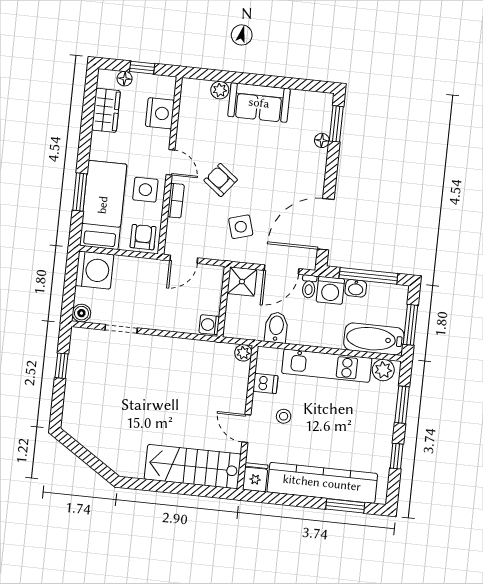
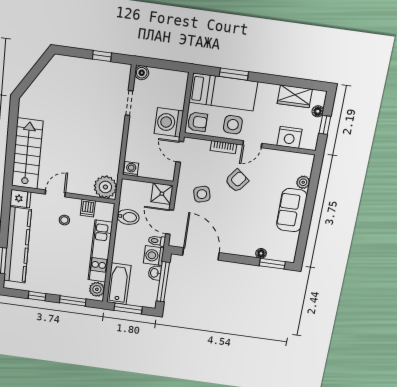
washing machine: (95, 270) -> (169, 122), moved, turned 90
plant: (243, 353) -> (105, 187), width x1.88, depth x1.88

